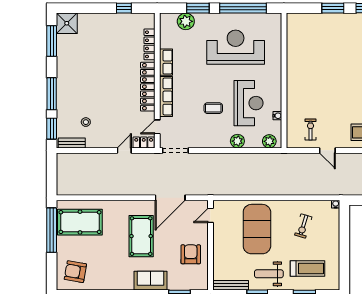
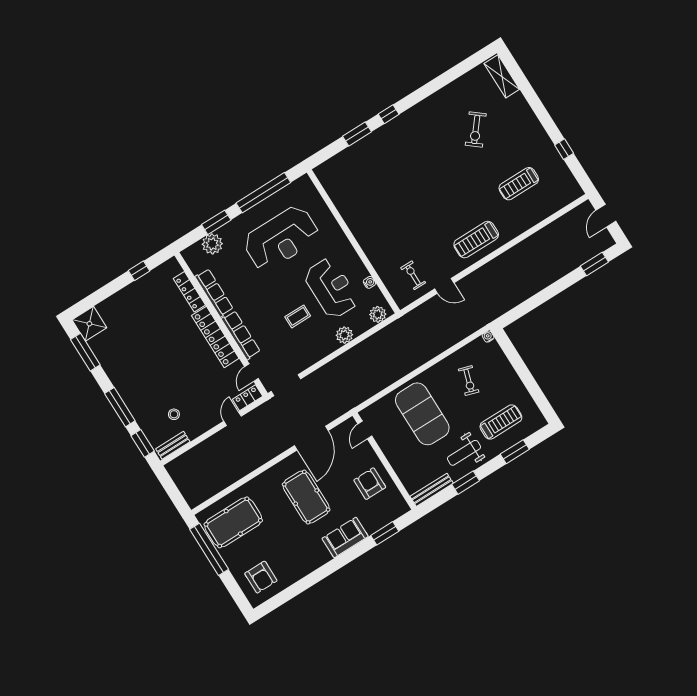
reception desk: (236, 47) -> (281, 238), turned 180
row of seats: (166, 62) -> (214, 293), width x1.48
armchair: (75, 272) -> (261, 577), turned -100

